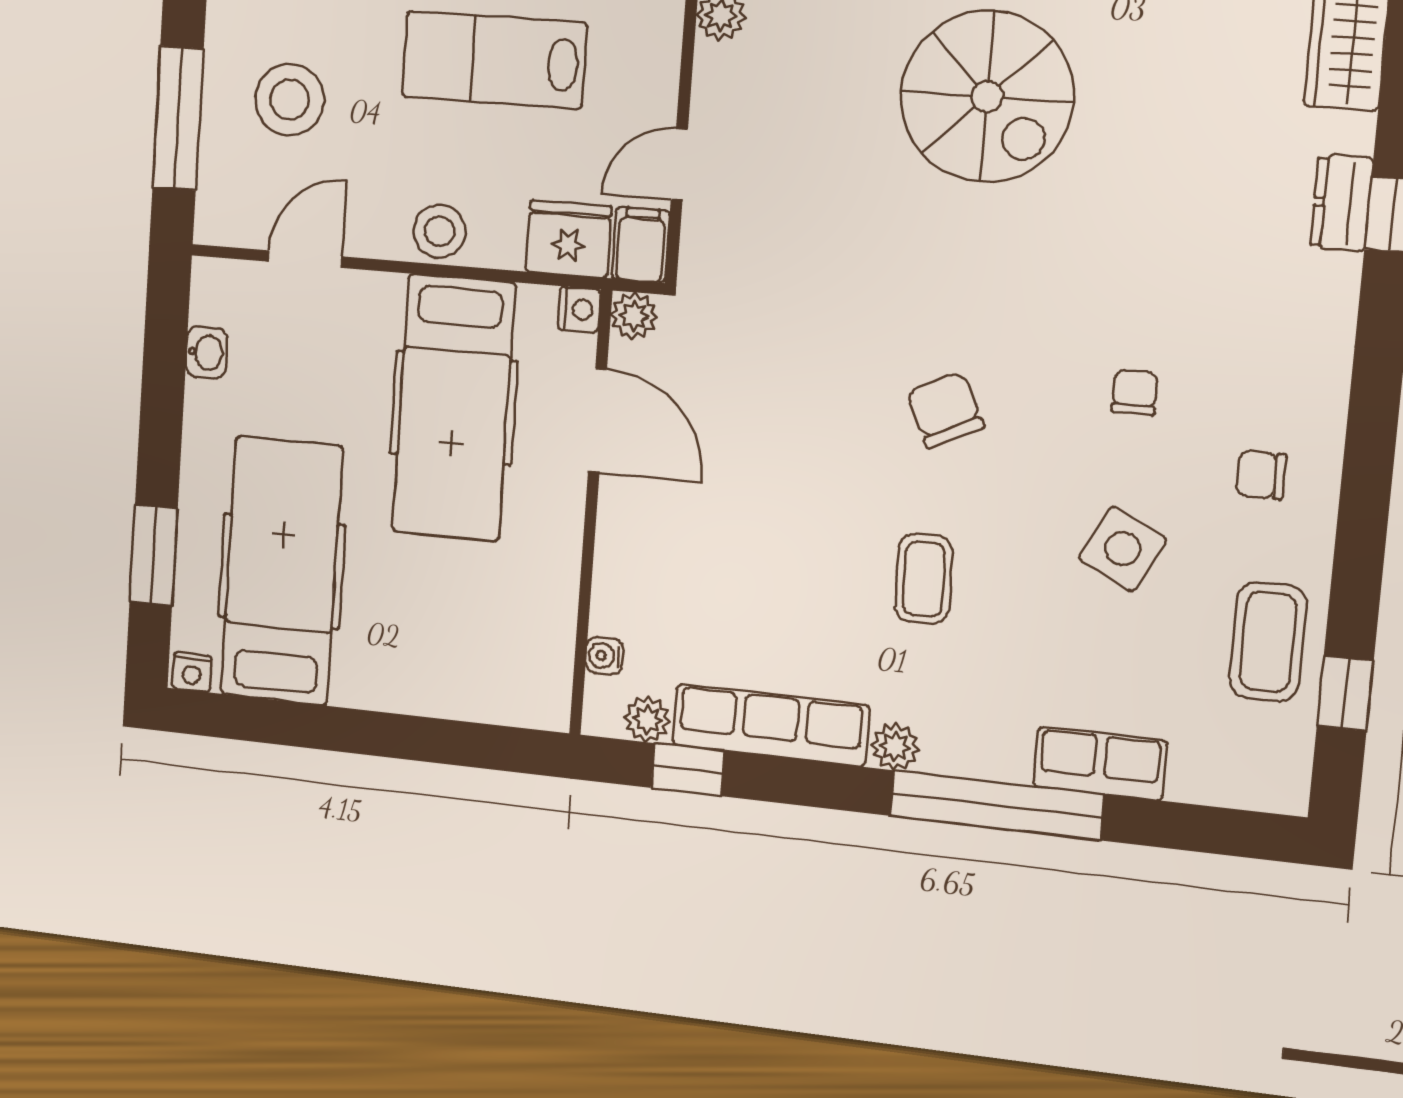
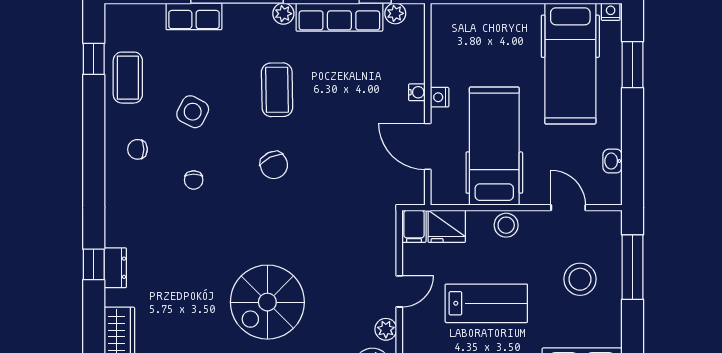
spiral stairs: (987, 97) -> (267, 302), turned -90
door: (679, 164) -> (399, 291), moved
door: (305, 259) -> (568, 208), swing flipped
nightstand: (579, 310) -> (440, 97), moved
plant: (634, 316) -> (415, 195), removed
chair: (1261, 475) -> (137, 149), turned 180
coffee table: (924, 579) -> (277, 90), width x1.36, depth x1.30
water cooler: (604, 656) -> (417, 92), moved

